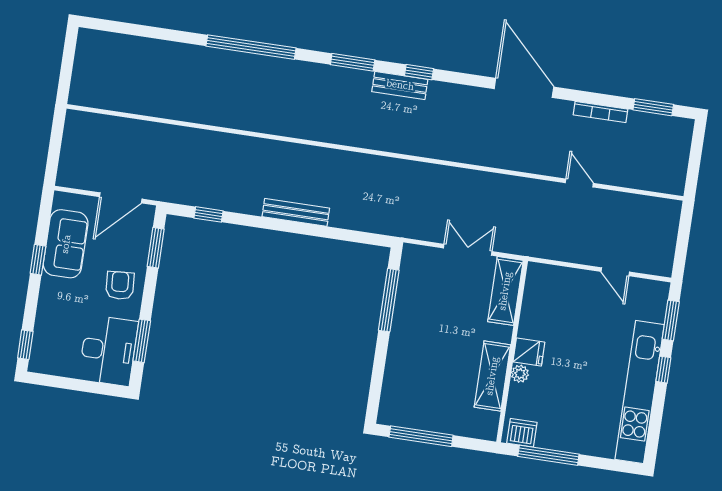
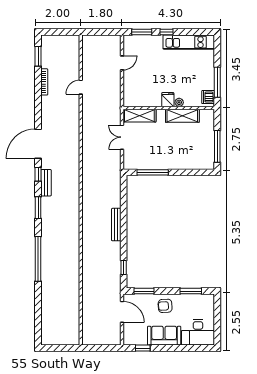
door: (524, 88) -> (38, 144), moved
sofa: (66, 244) -> (164, 336), moved
window: (38, 260) -> (143, 348), moved
window: (25, 345) -> (201, 348), removed
desk: (108, 350) -> (198, 332), moved, turned 180
kitchen unit: (640, 392) -> (189, 42), width x0.73

